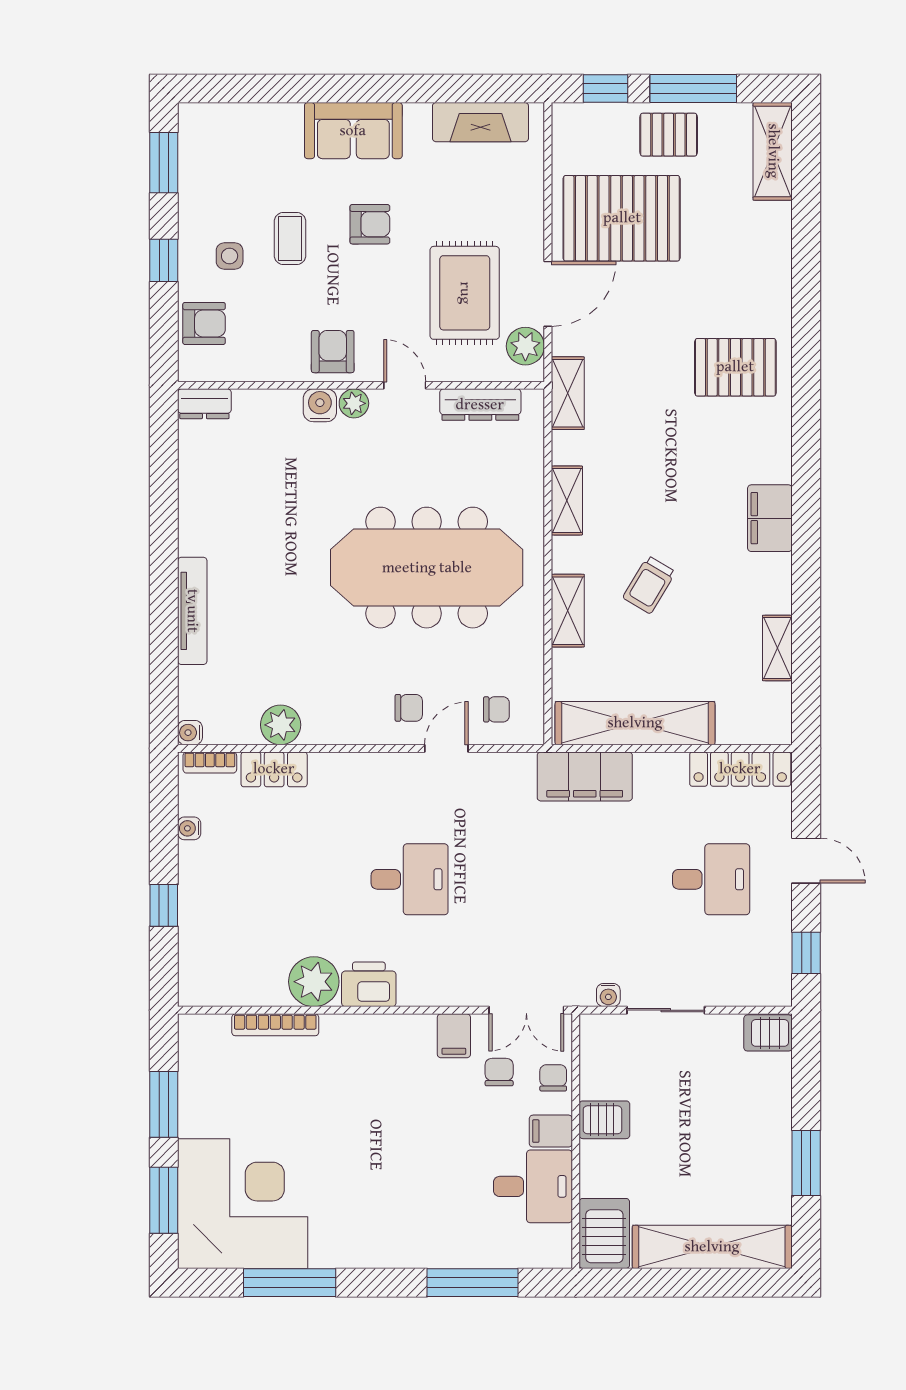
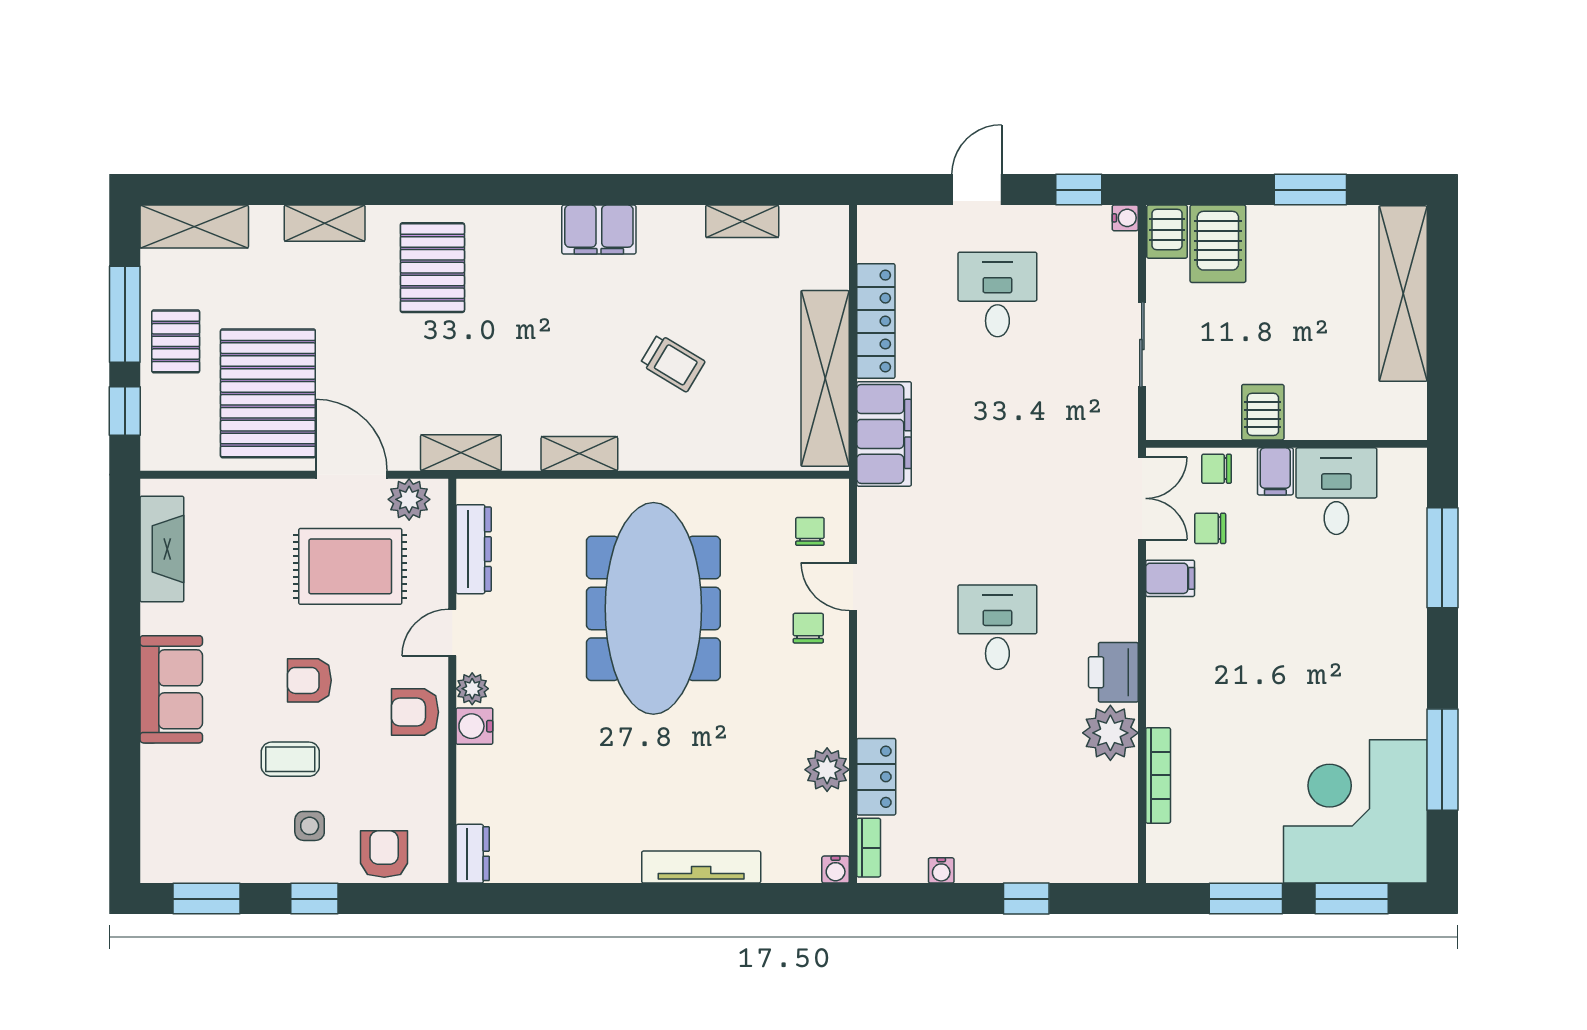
armchair: (370, 224) -> (309, 680), moved, turned -90
shelving: (568, 611) -> (325, 223), moved
locker: (740, 769) -> (876, 321), moved
water cooler: (608, 995) -> (1125, 218), moved
server rack: (604, 1233) -> (1218, 244), moved, turned -90

